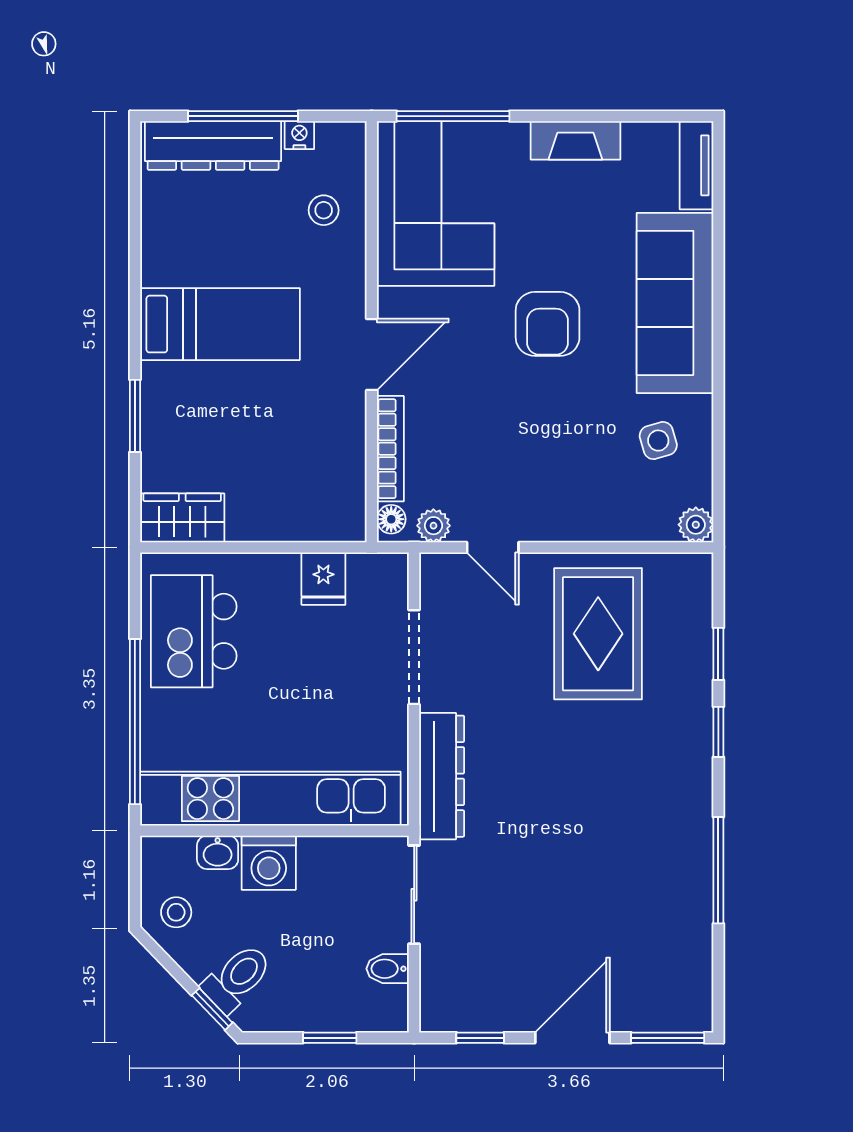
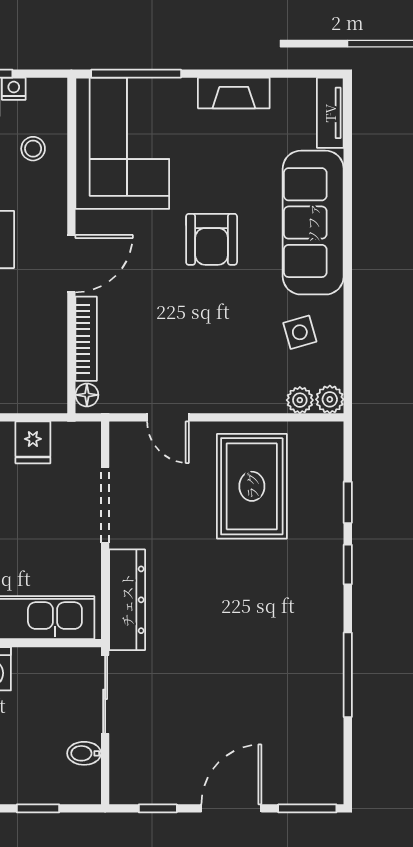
plant: (433, 526) -> (300, 400), moved

